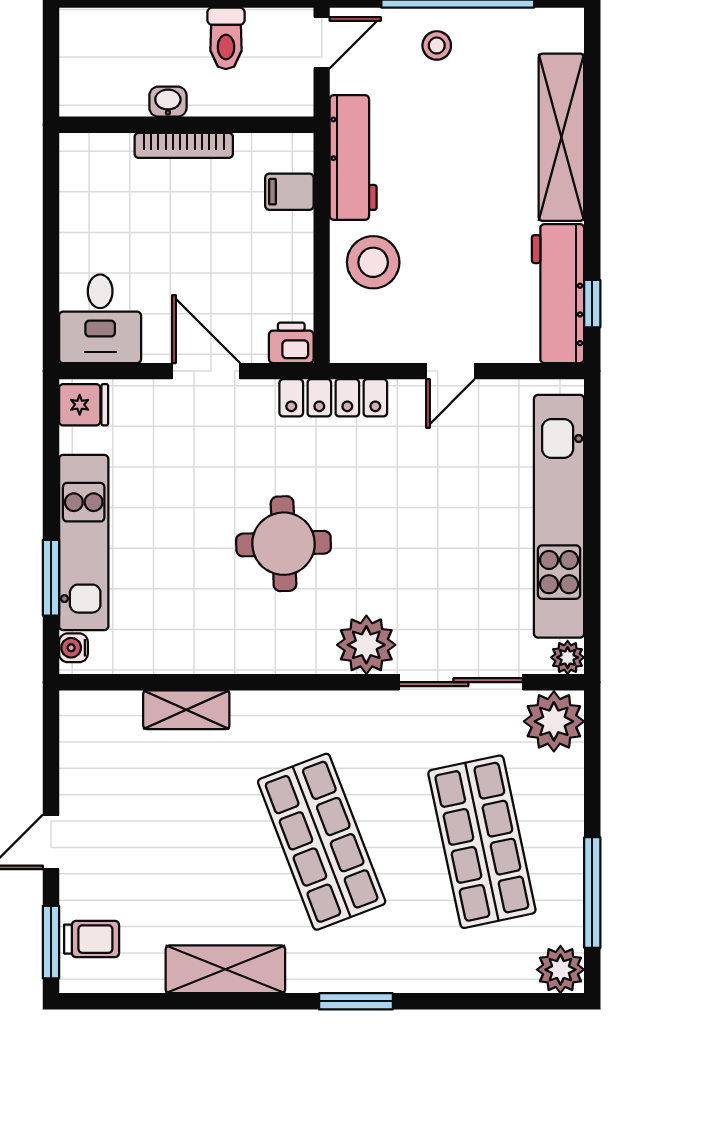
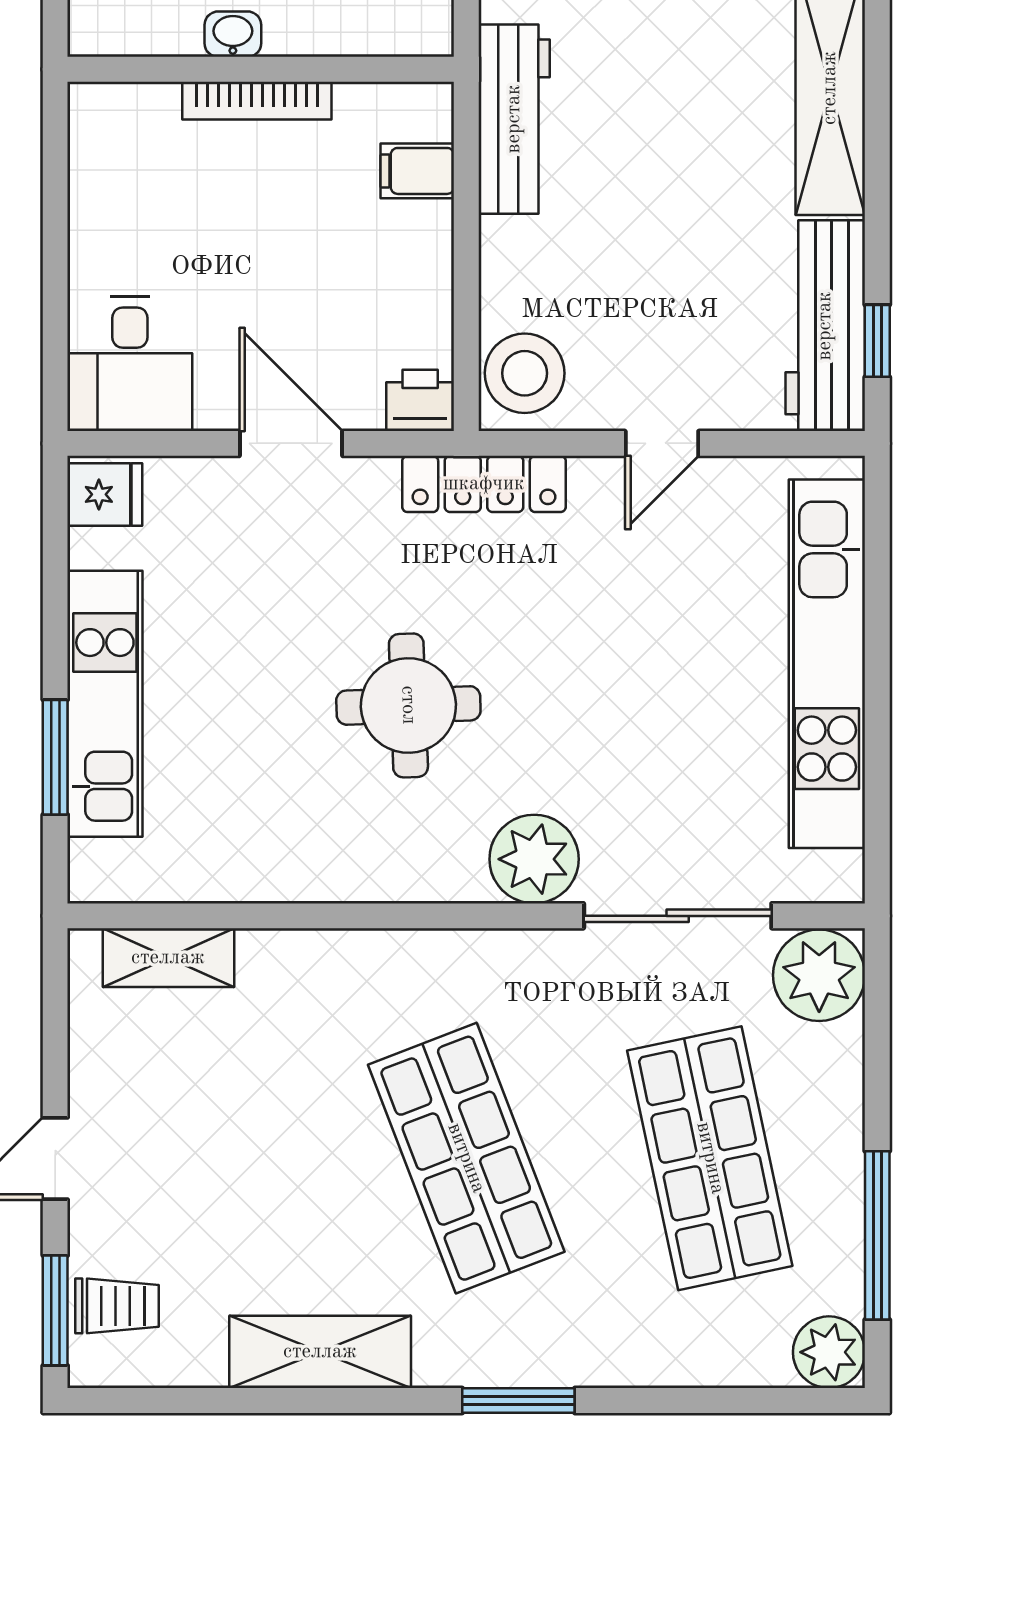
stool: (373, 262) -> (525, 373), moved
water cooler: (73, 648) -> (89, 864), removed
plant: (568, 657) -> (840, 878), removed
shelving: (186, 710) -> (168, 958), moved

